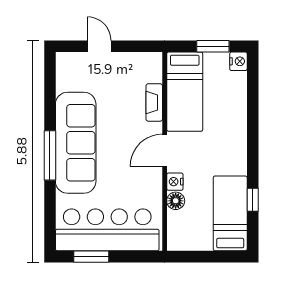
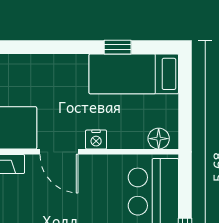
floor lamp: (176, 201) -> (159, 139), moved

